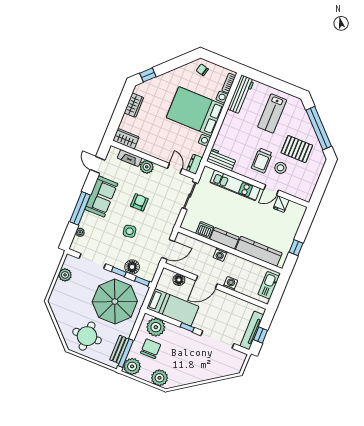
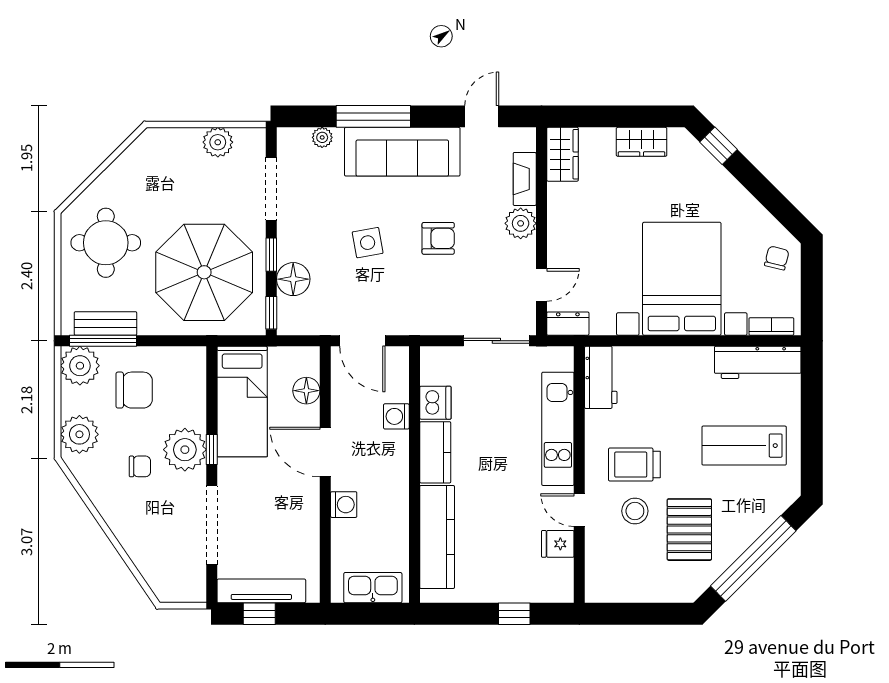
sofa: (101, 196) -> (402, 152), width x1.36
window: (296, 248) -> (514, 614), moved
washing machine: (220, 255) -> (396, 416), moved
plant: (156, 327) -> (185, 450), moved
chair: (182, 359) -> (140, 466), added

